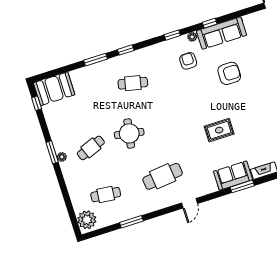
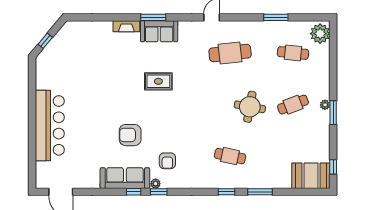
window: (172, 35) -> (159, 192), moved

